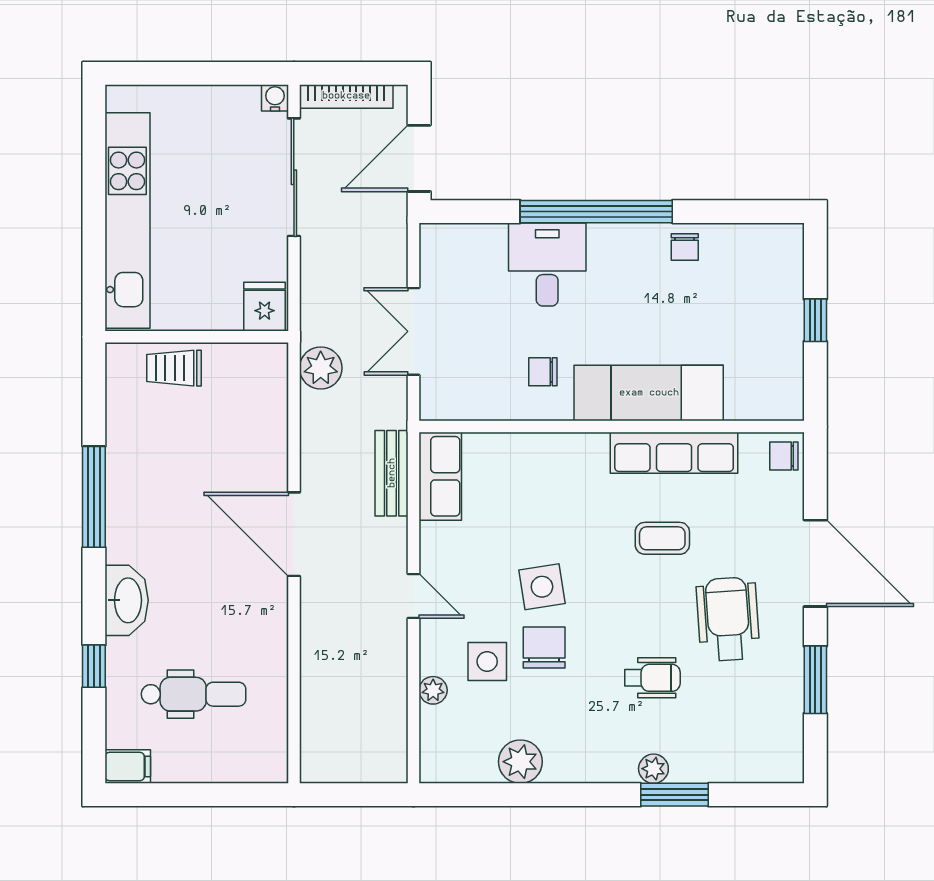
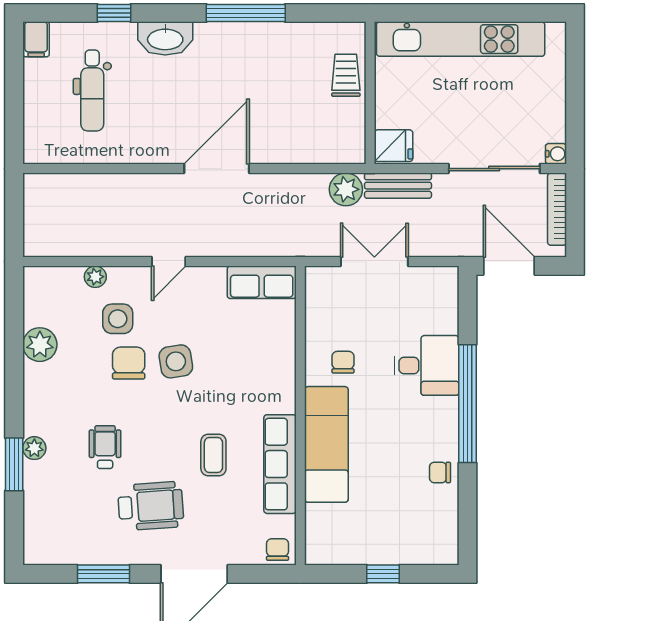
bench: (392, 473) -> (398, 186), moved
chair: (544, 647) -> (129, 363), turned -90
wheelchair: (652, 678) -> (105, 447), turned 180

